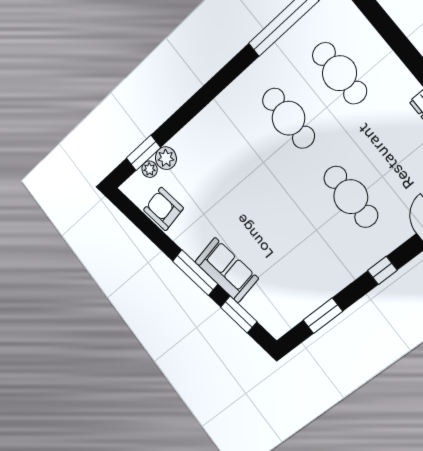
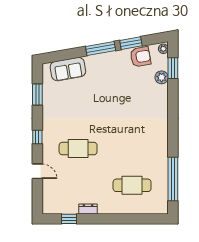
cafe table: (288, 118) -> (132, 149), removed
plant: (150, 169) -> (163, 49), moved
sofa: (227, 270) -> (68, 69), moved
window: (239, 314) -> (131, 43), moved

